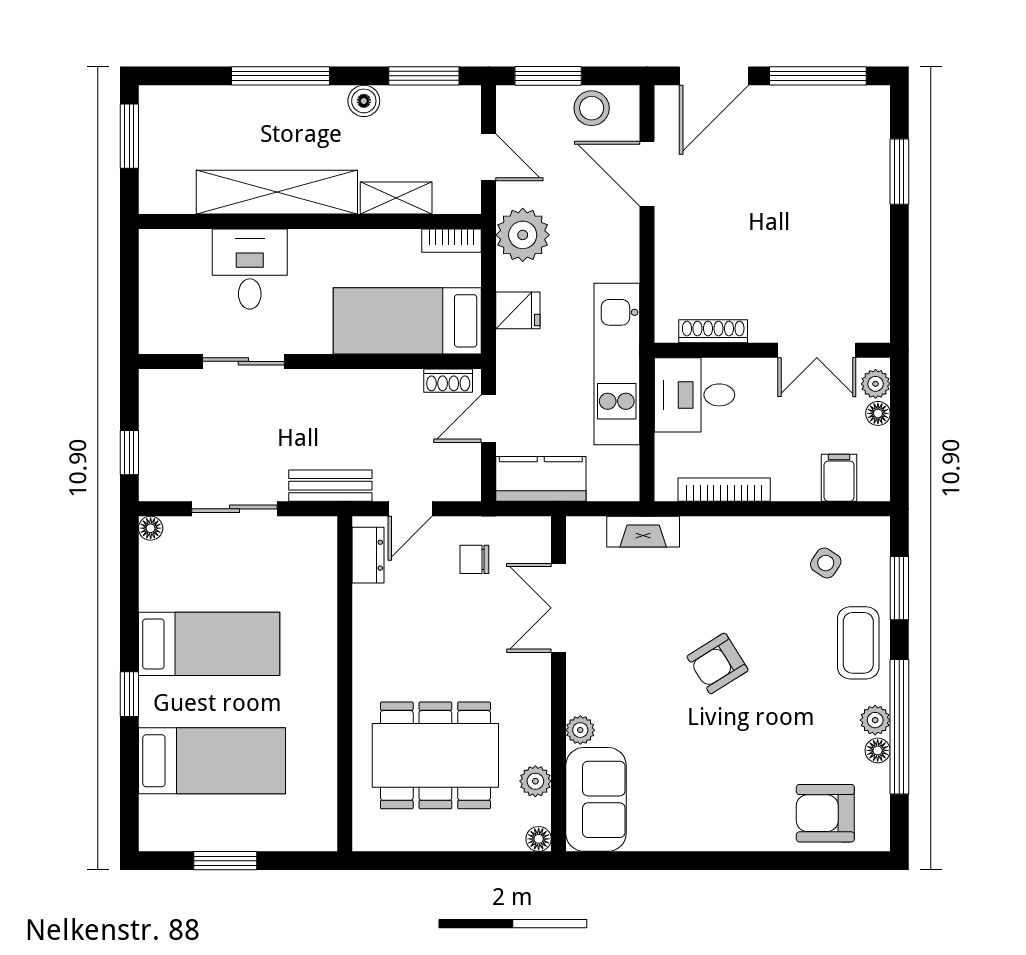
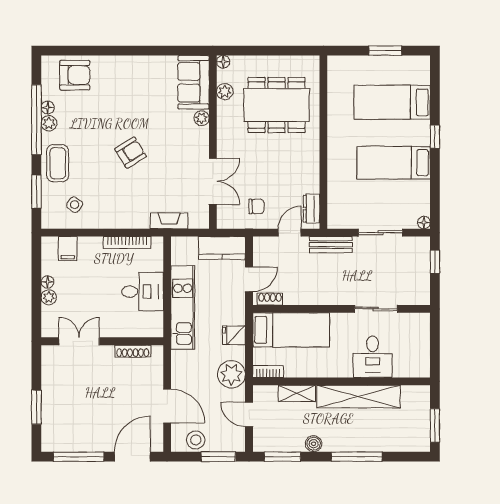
shoe rack: (713, 331) -> (133, 351), moved
wall: (772, 350) -> (102, 341), moved
double door: (817, 350) -> (79, 341), moved

